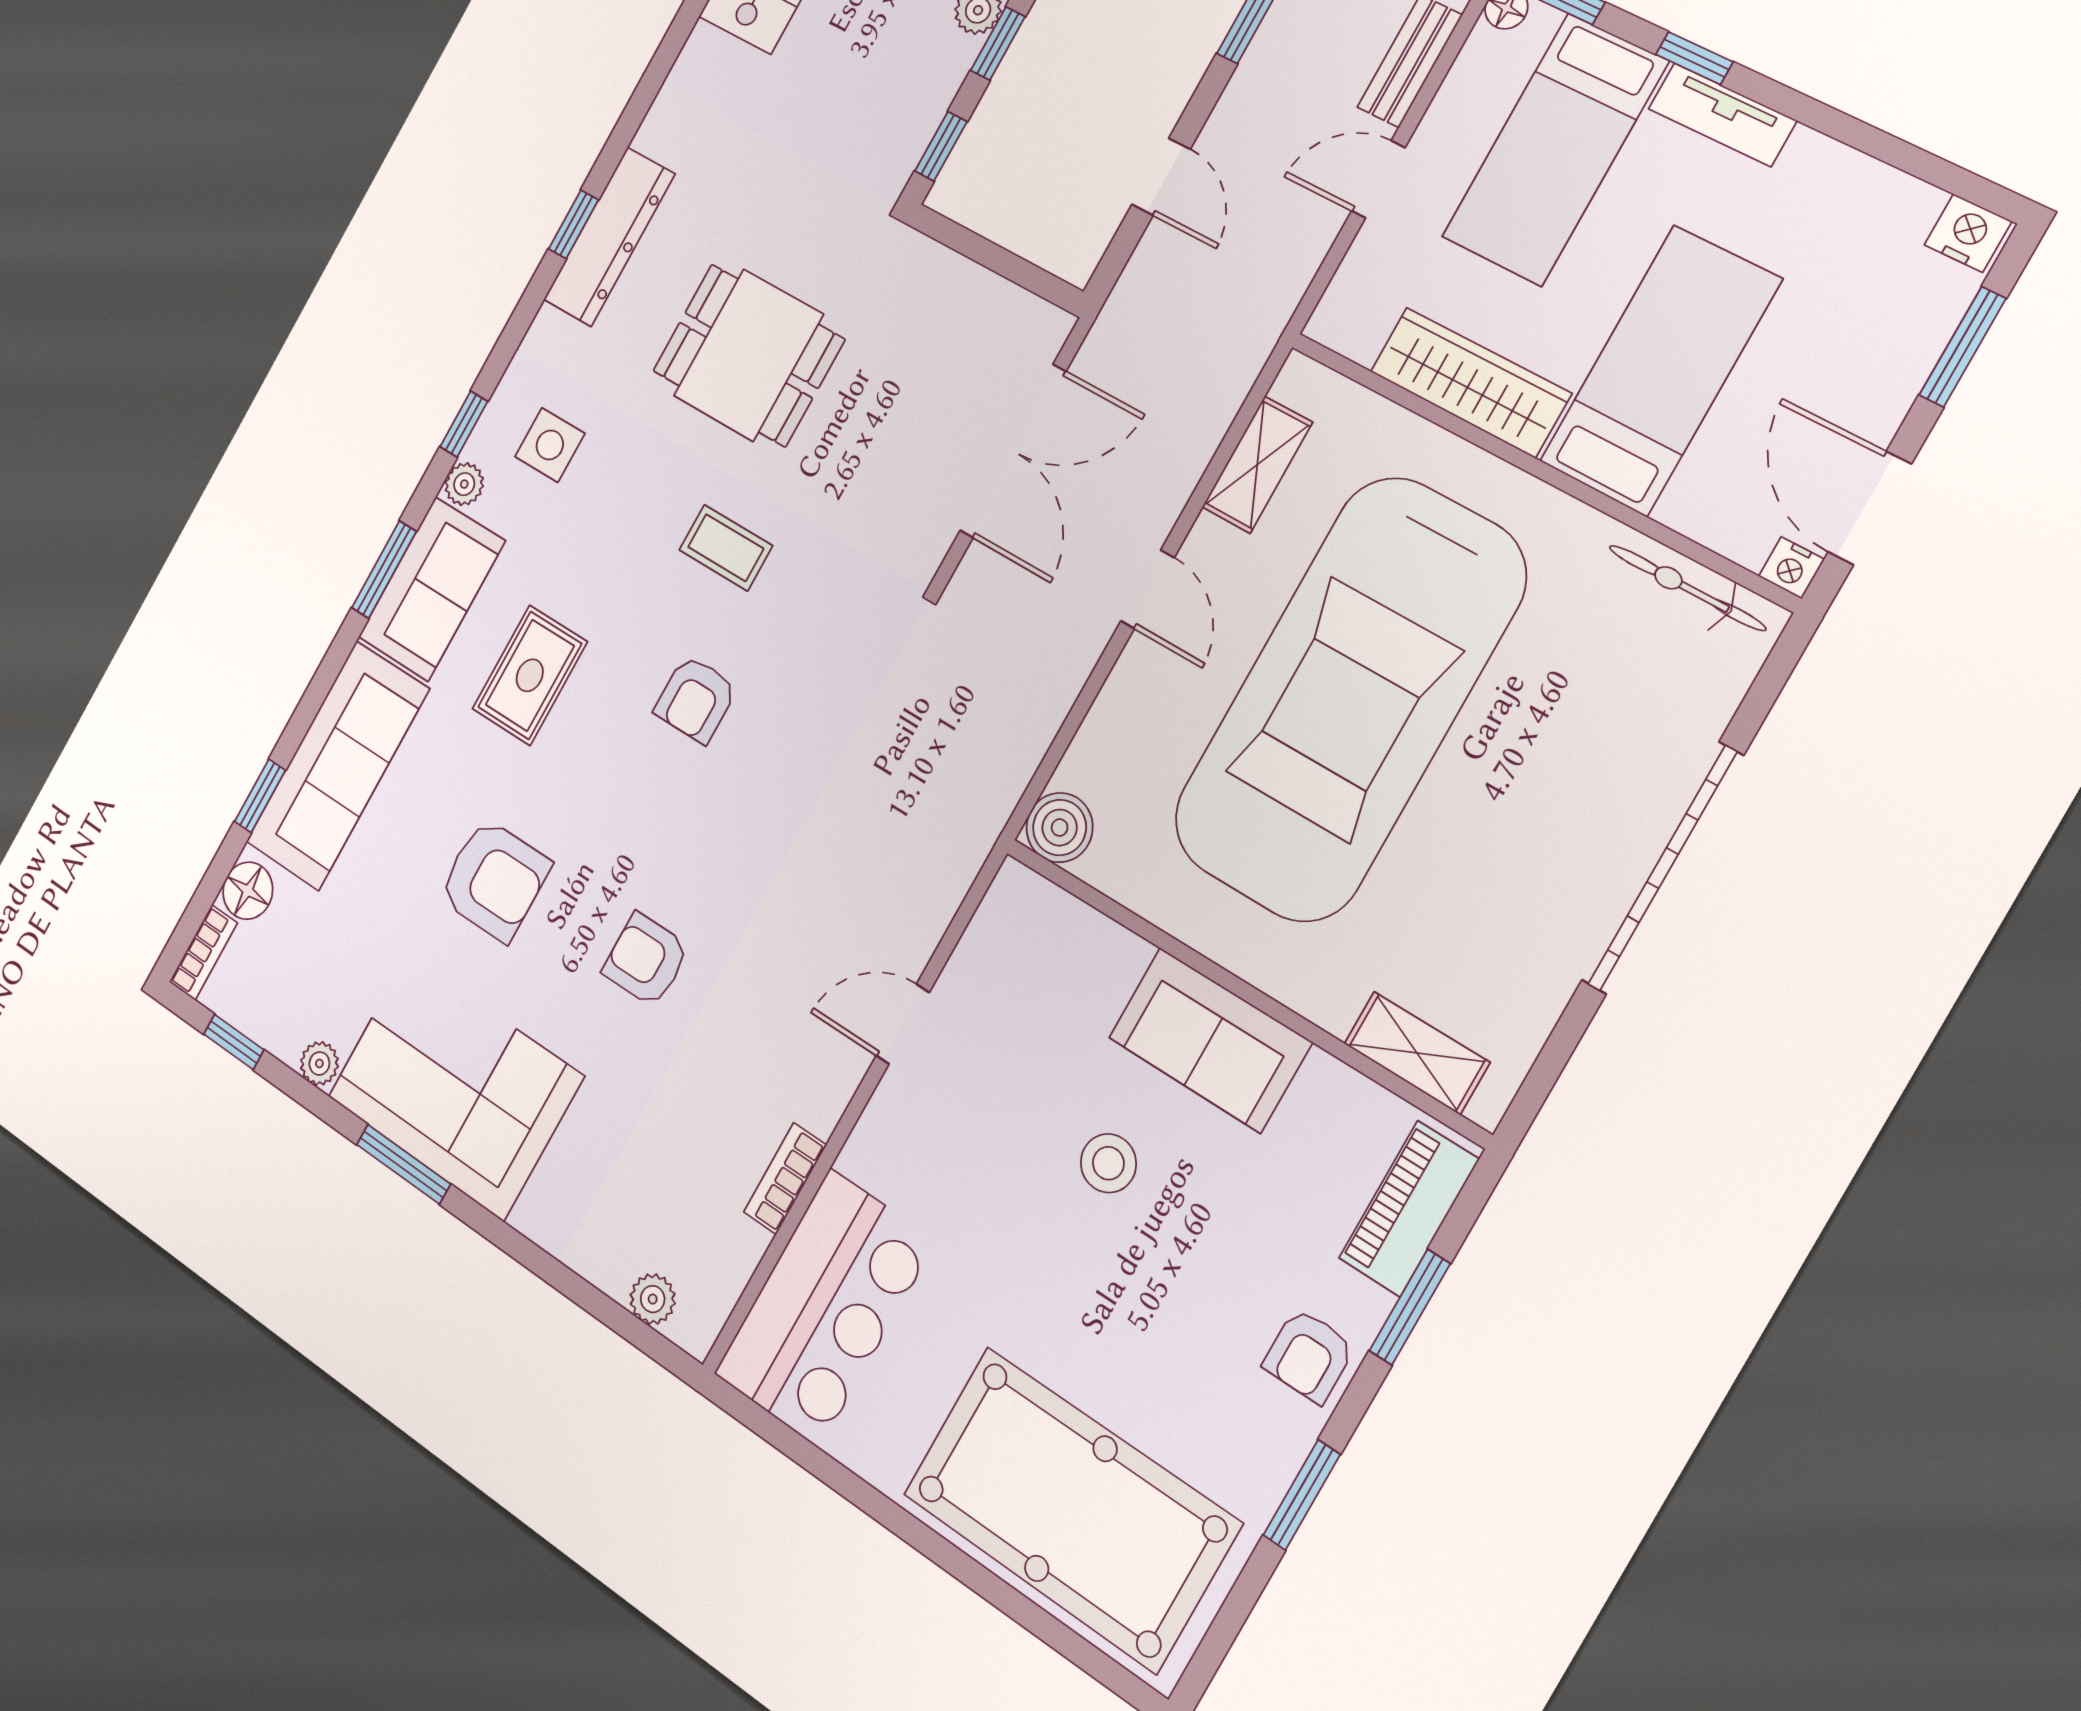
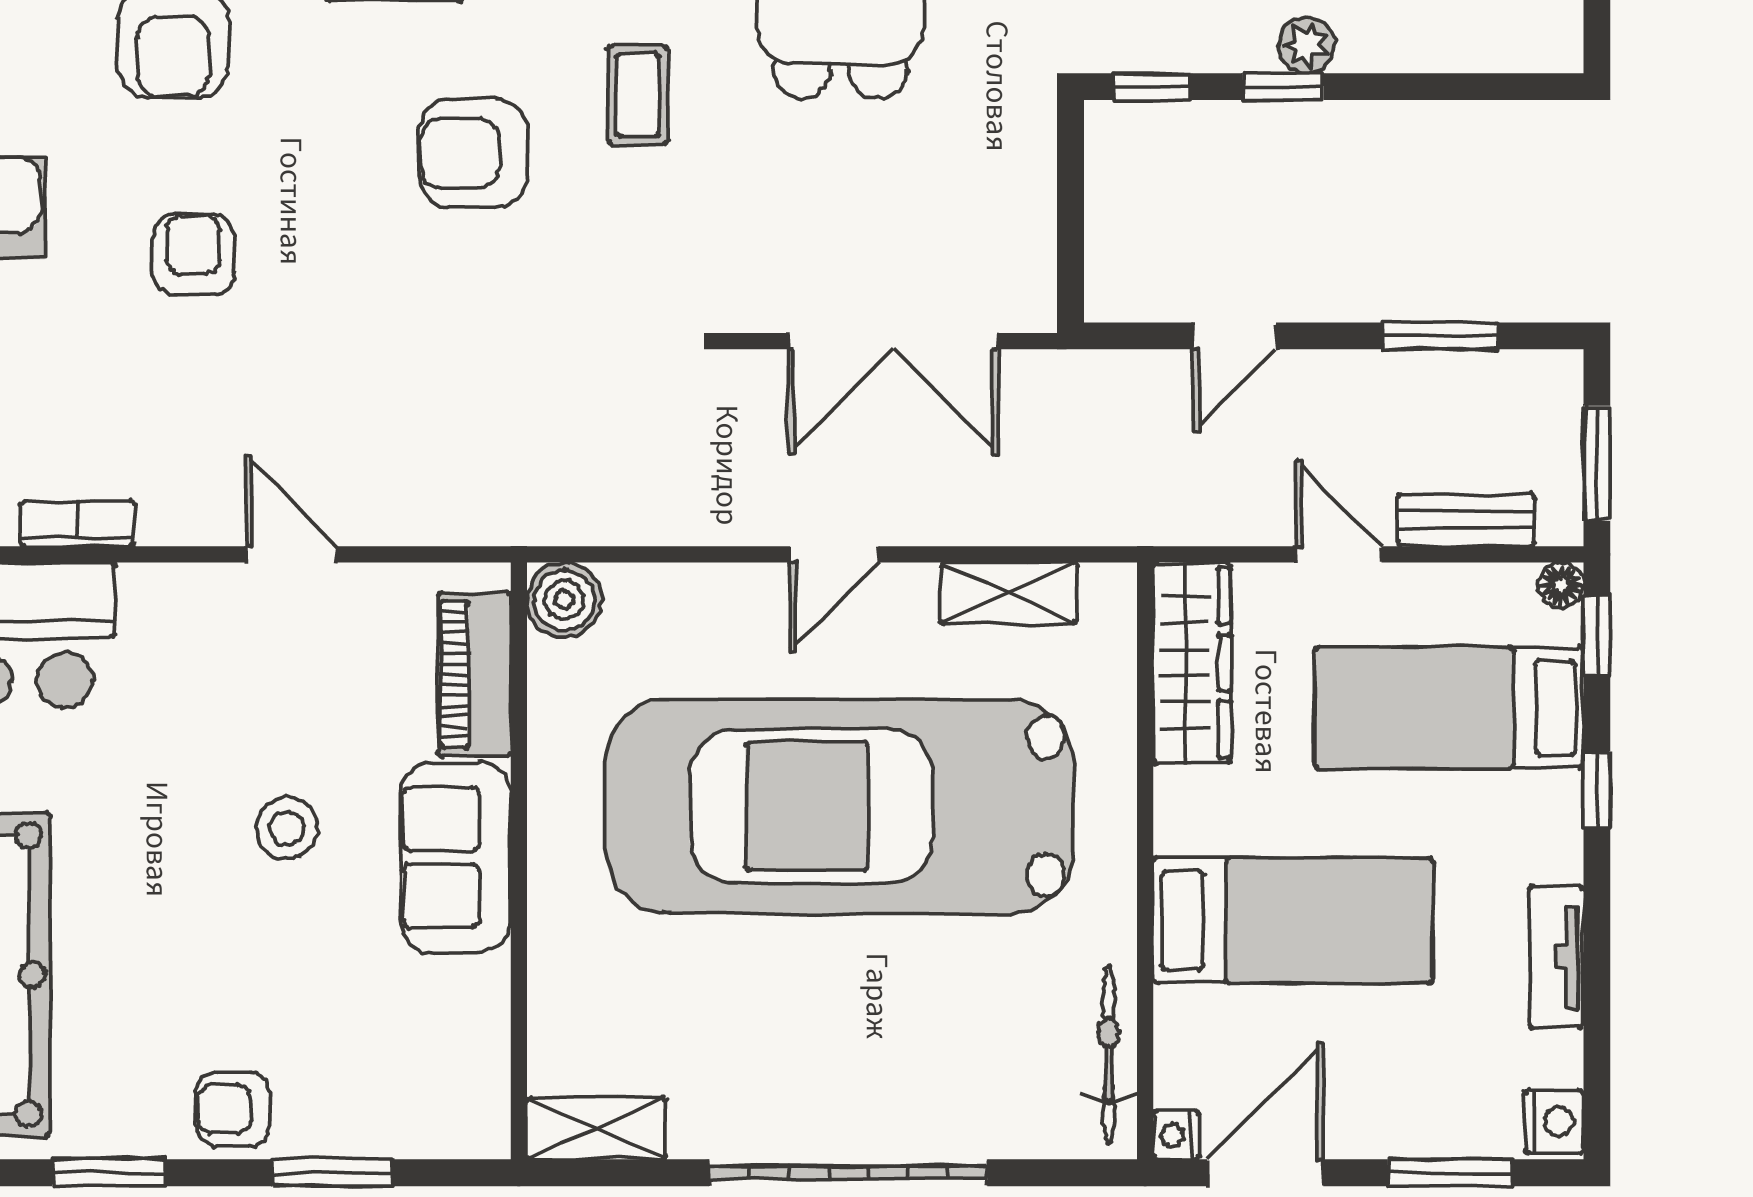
tv unit: (1722, 115) -> (1556, 957), moved
wardrobe: (1470, 382) -> (1192, 663), moved
armchair: (696, 699) -> (473, 153), width x1.38, depth x1.38
shelving: (1417, 1053) -> (596, 1128), moved, turned 90
piano: (1409, 1209) -> (474, 674), moved, turned -90

